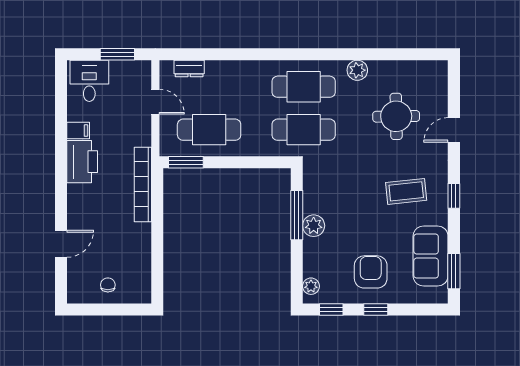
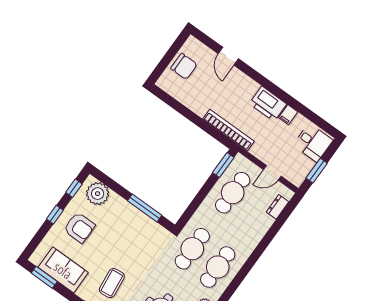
plant: (314, 226) -> (131, 214), removed
chair: (108, 285) -> (184, 66), width x1.87, depth x1.87
plant: (311, 286) -> (98, 194), width x1.88, depth x1.88

